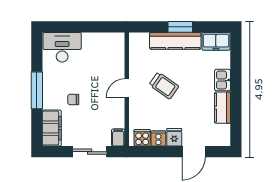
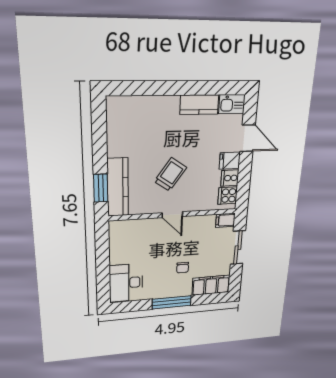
window: (180, 27) -> (101, 188), moved
kitchen counter: (175, 41) -> (118, 187), moved
freezer: (216, 41) -> (117, 114), removed
kitchen sink: (223, 80) -> (232, 104), moved

